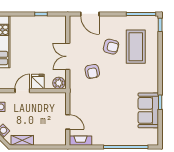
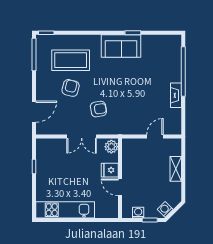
sofa: (148, 110) -> (121, 46), moved
shelving: (22, 140) -> (176, 169), moved
fireplace: (81, 141) -> (176, 95), moved

